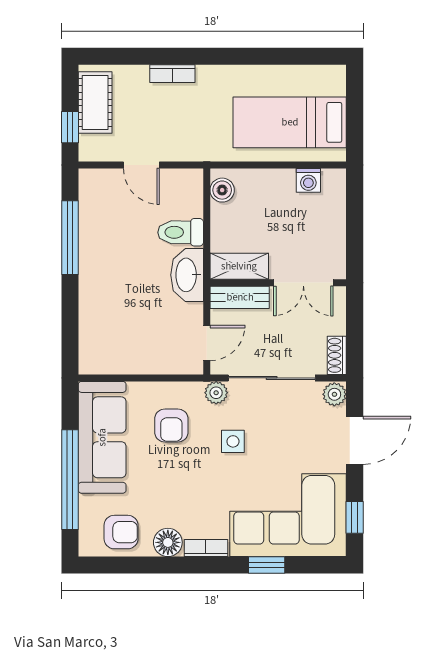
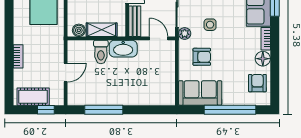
shelving: (239, 266) -> (102, 30), moved, turned 90
sofa: (102, 437) -> (200, 93), width x0.73

